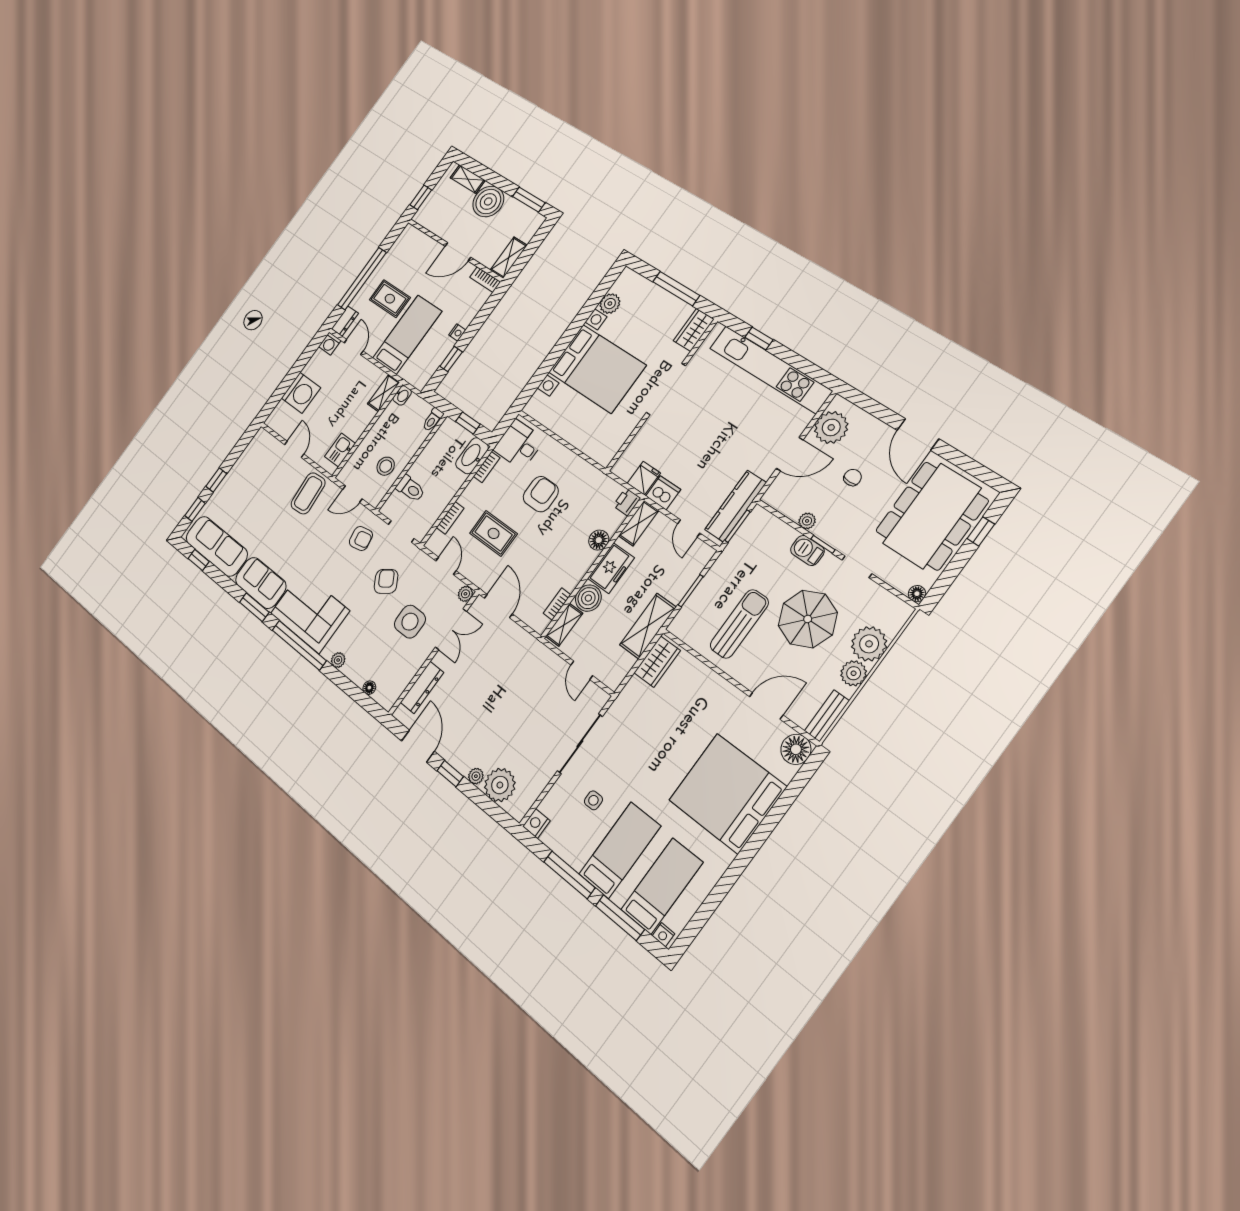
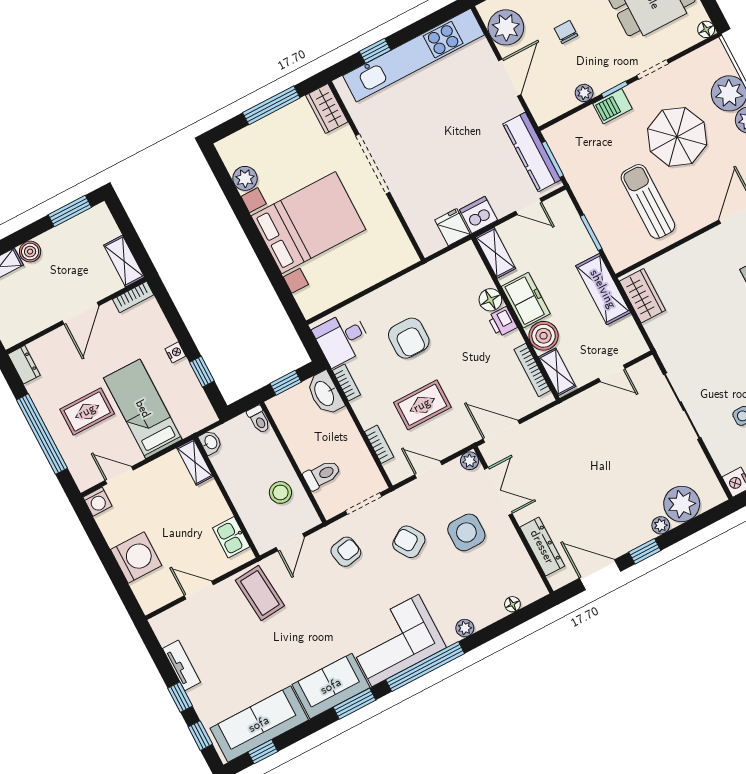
boiler: (488, 201) -> (30, 252), width x0.54, depth x0.54
dresser: (345, 321) -> (24, 365), moved
tv unit: (238, 468) -> (181, 665), added
armchair: (541, 494) -> (409, 338), turned 180
printer: (627, 502) -> (502, 322), moved
bookcase: (557, 604) -> (532, 370), width x1.56

